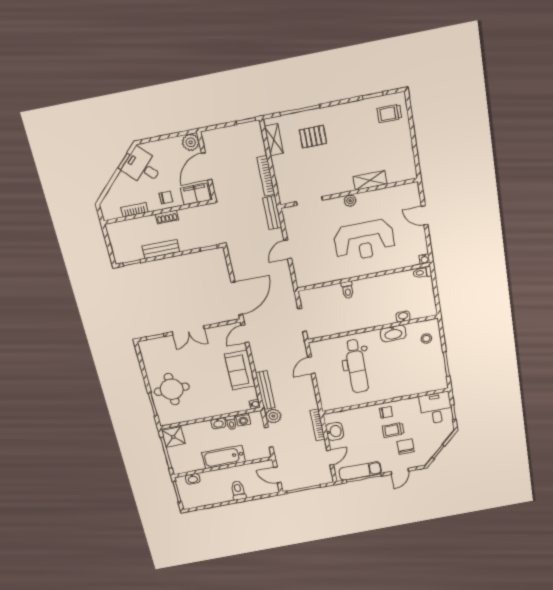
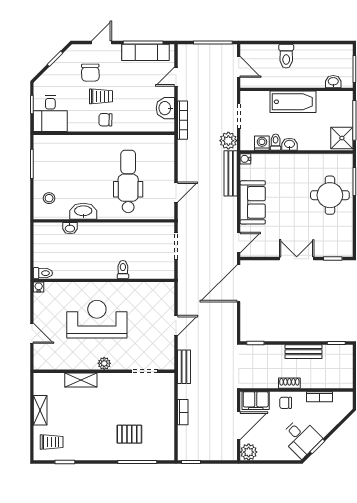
shelving: (274, 140) -> (40, 410), moved
bookcase: (266, 176) -> (183, 412), width x0.64

